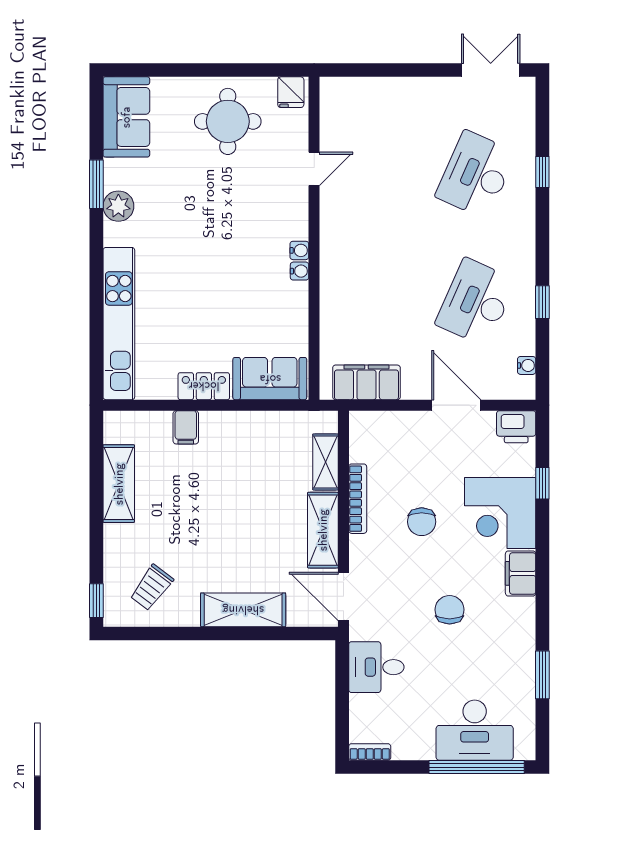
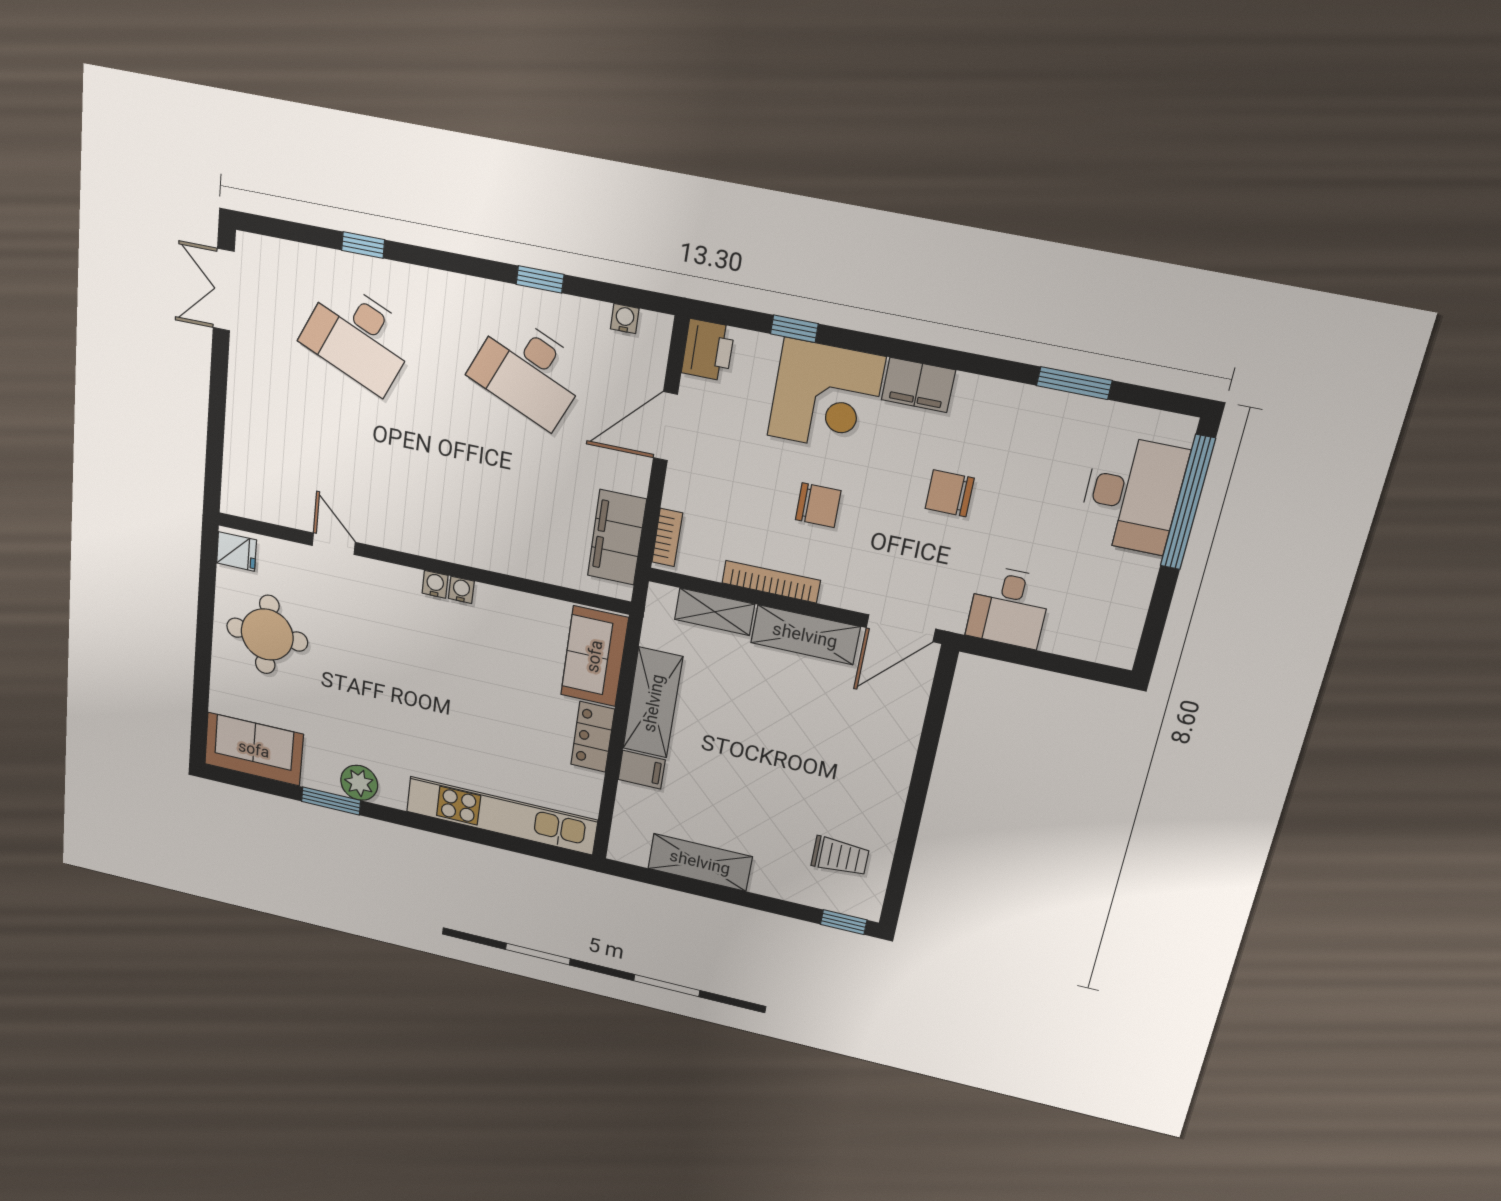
trolley: (152, 588) -> (840, 856), turned -37
shelving: (243, 610) -> (653, 703), moved
bookcase: (370, 752) -> (667, 537), moved, turned 180

